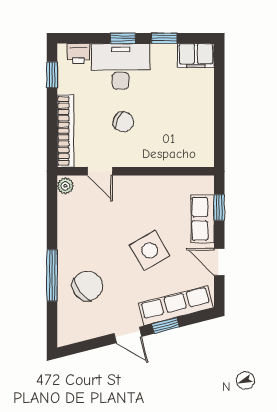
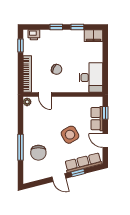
desk: (121, 66) -> (91, 78), moved, turned 90
chair: (87, 286) -> (38, 153), turned 127

